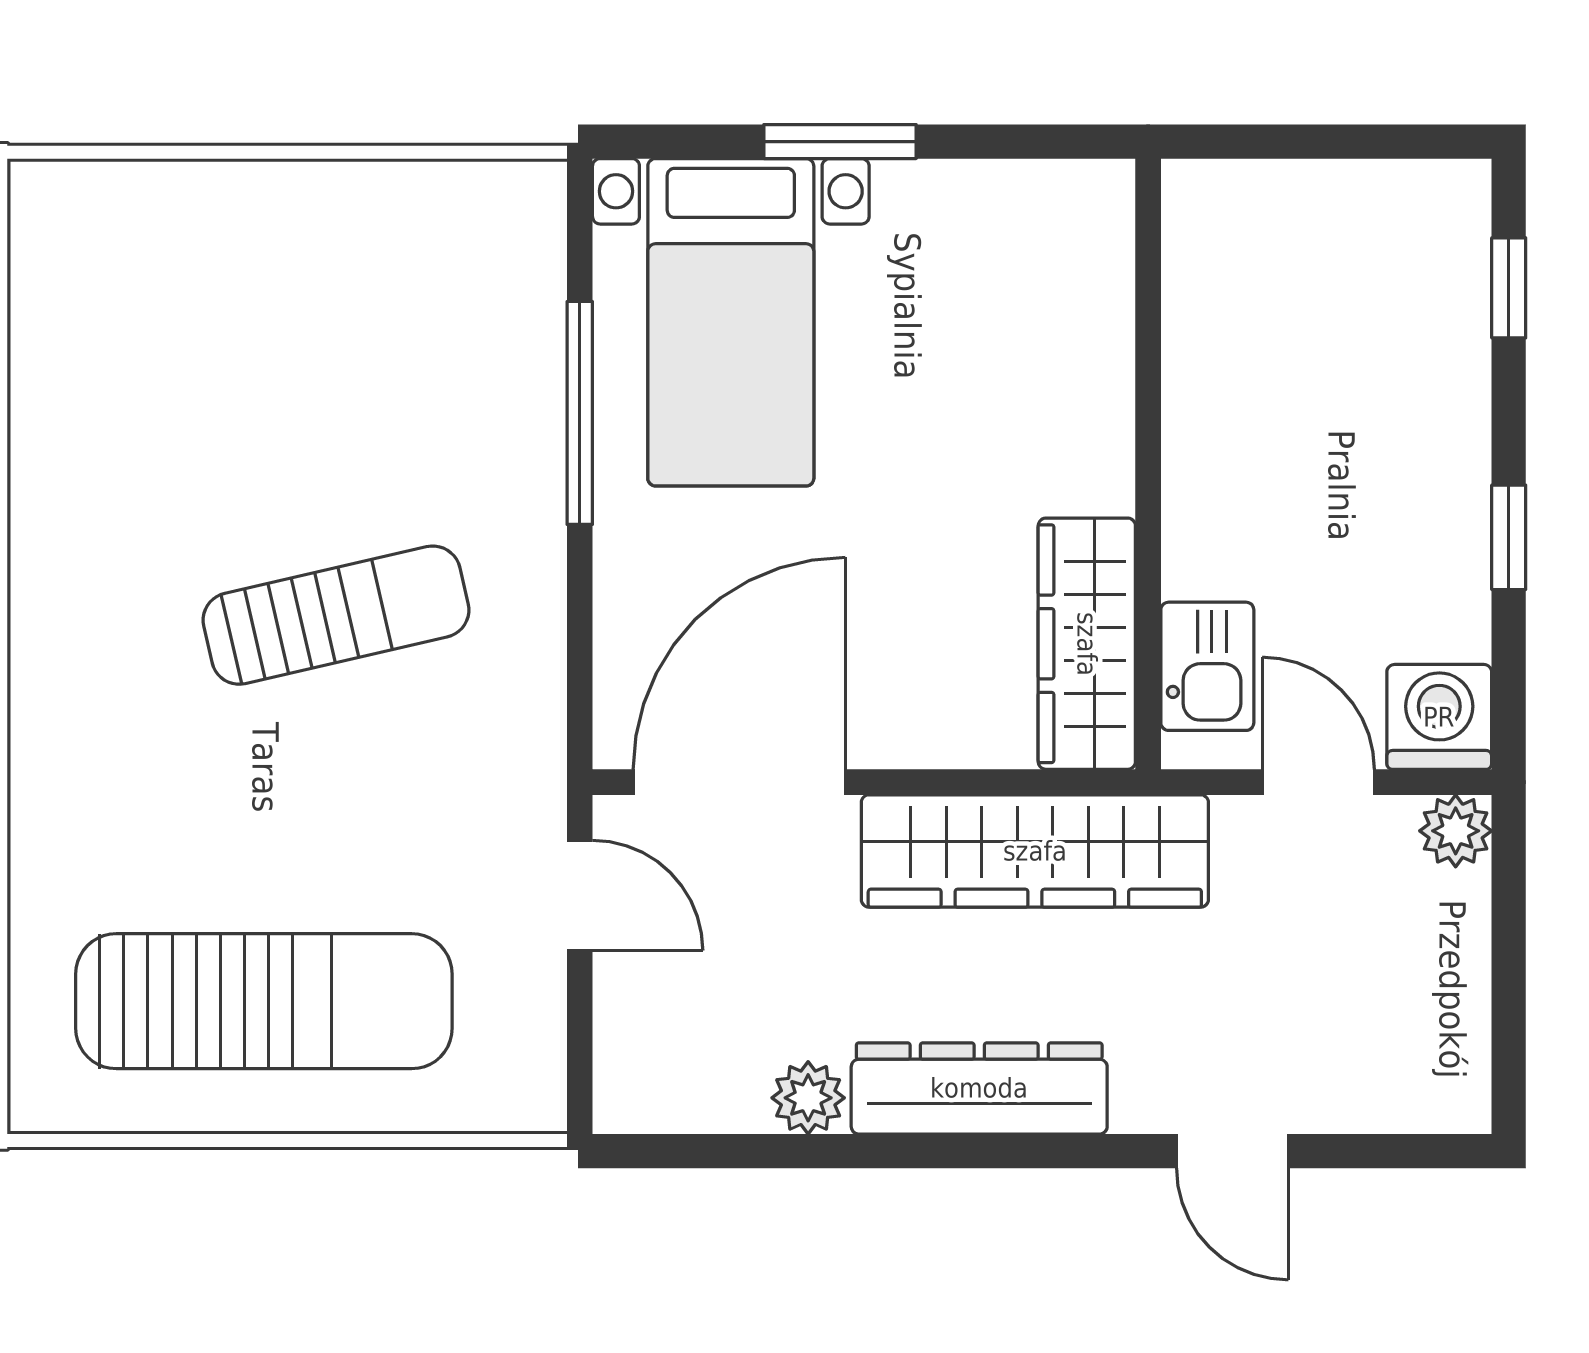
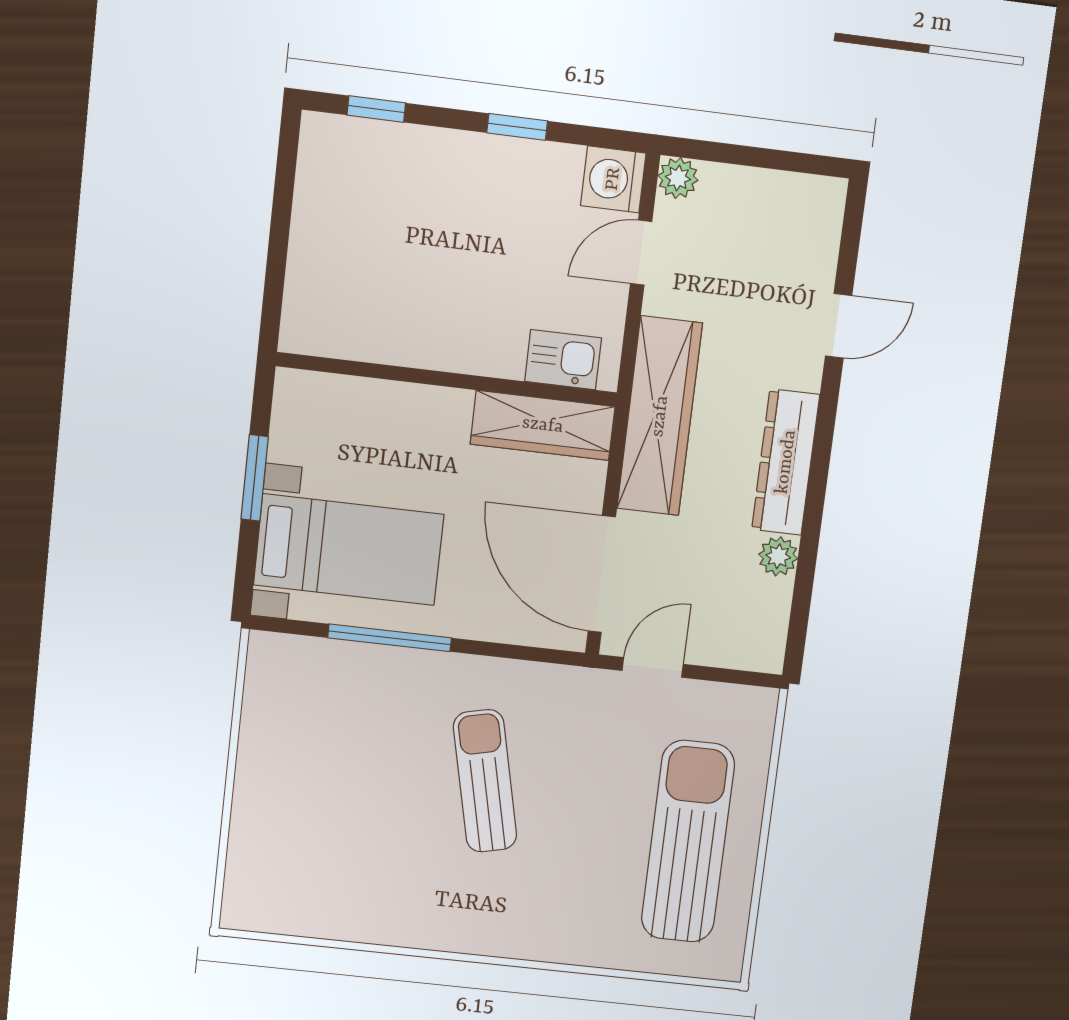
wall: (1148, 464) -> (447, 379), moved
wardrobe: (1087, 644) -> (543, 425), moved
kitchen sink: (1207, 666) -> (563, 360), moved

